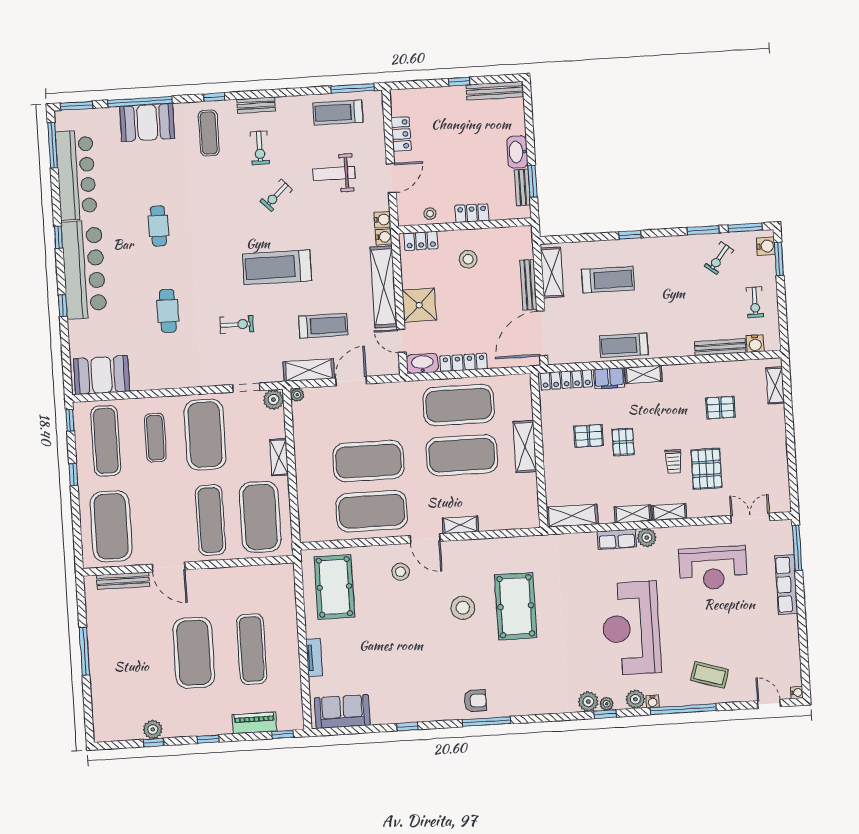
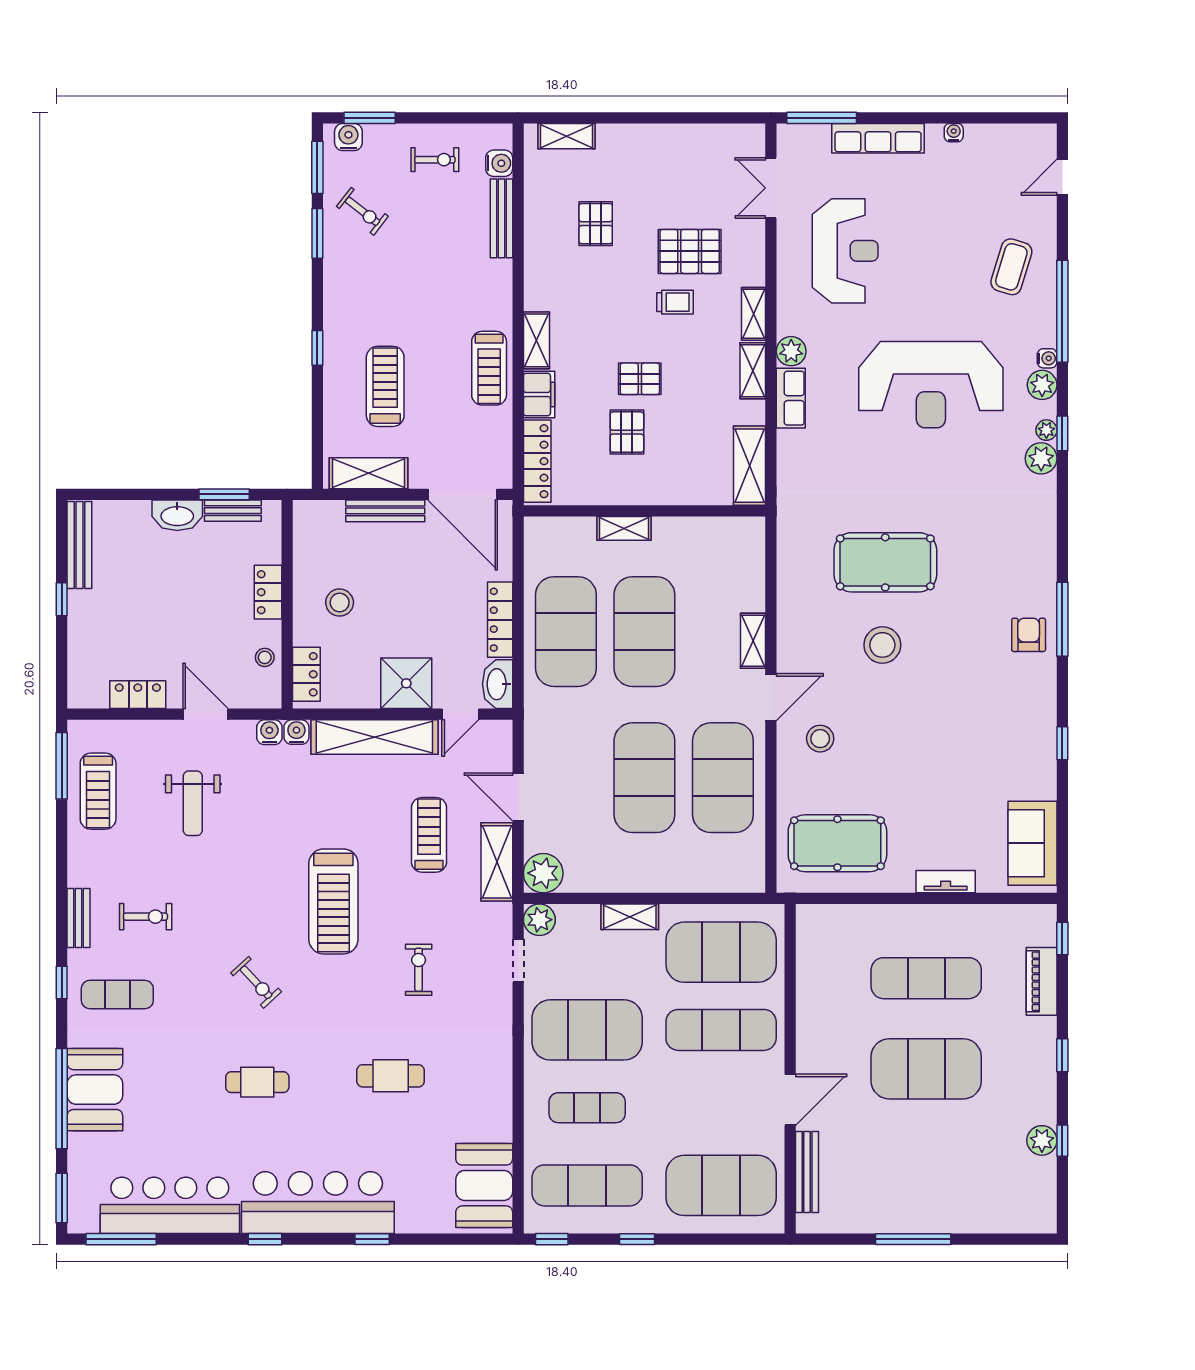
exercise bike: (276, 195) -> (256, 982), moved
plant: (297, 395) -> (543, 873), width x1.88, depth x1.88
shelving: (525, 447) -> (624, 528), width x0.67, depth x0.75
water cooler: (797, 693) -> (954, 133), moved

